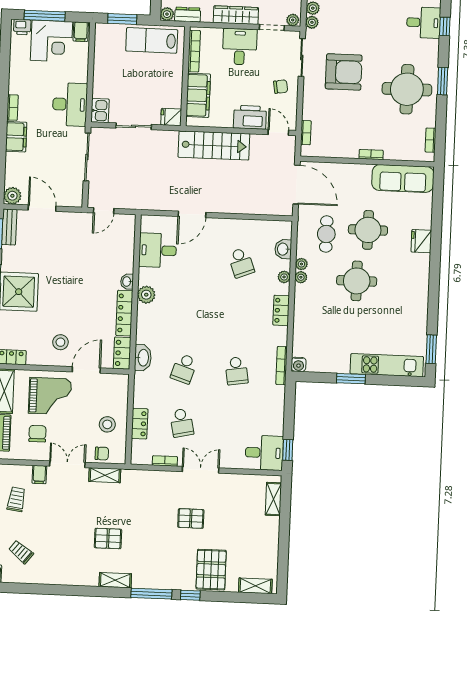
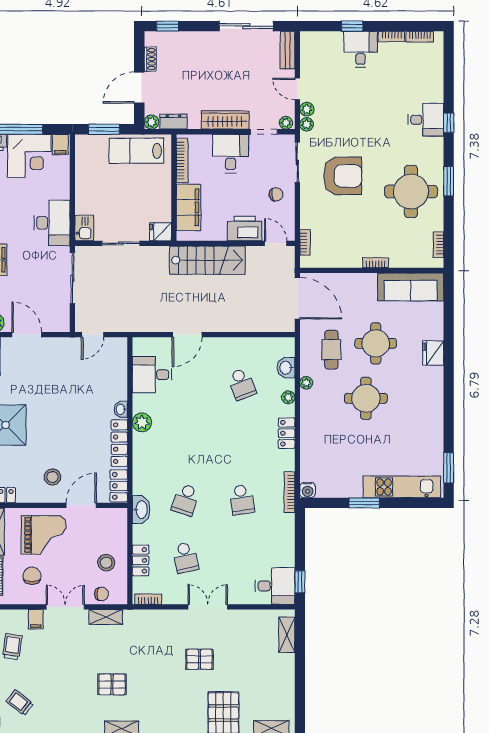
plant: (301, 277) -> (306, 397), removed
washbasin: (143, 358) -> (141, 510), moved
bookcase: (165, 461) -> (148, 599), moved

